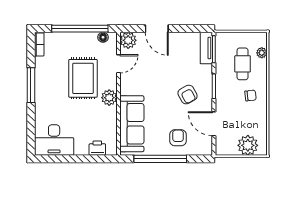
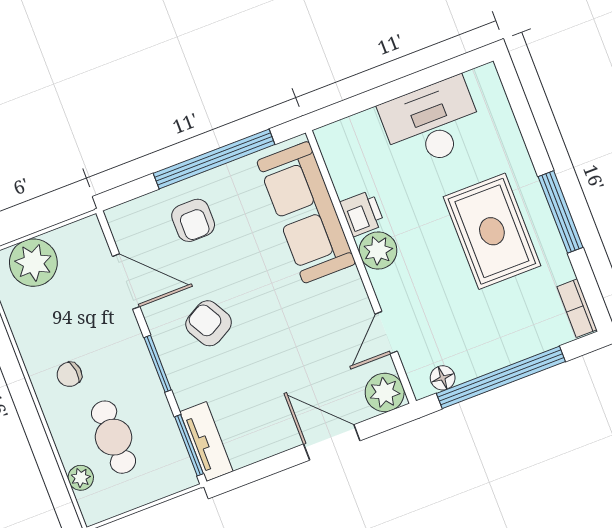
rug: (83, 78) -> (492, 231), moved
desk: (54, 140) -> (432, 123), moved
printer: (97, 148) -> (362, 213), moved, turned -90

